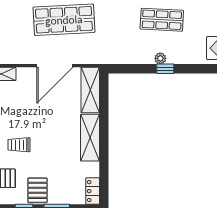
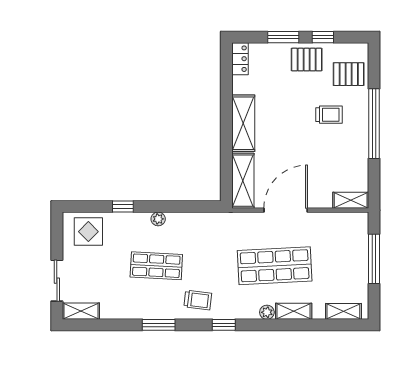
window: (165, 69) -> (123, 206), moved
pallet: (37, 190) -> (307, 60), turned 90

